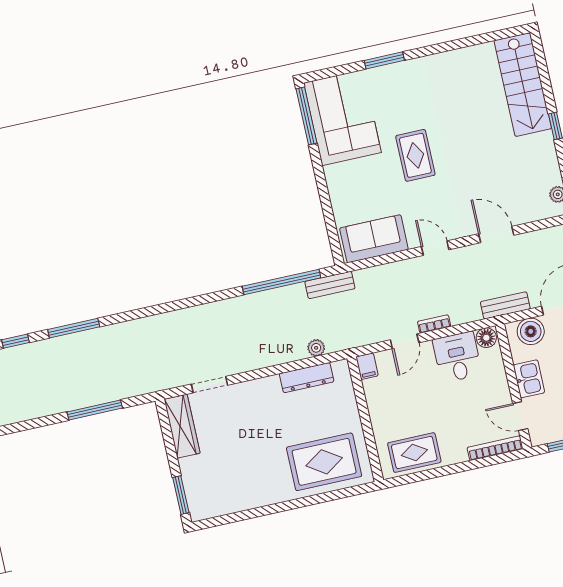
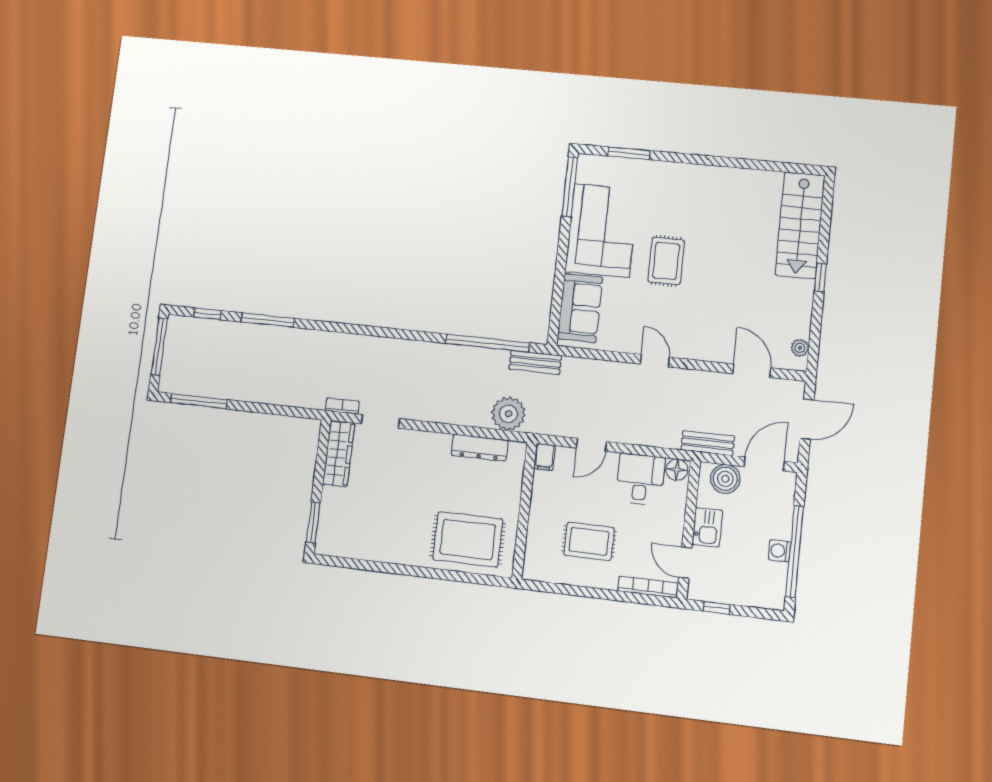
window: (384, 60) -> (629, 153), moved
corner sofa: (342, 118) -> (602, 230), moved
door: (496, 234) -> (752, 371), moved
sofa: (374, 239) -> (580, 308), moved, turned 90
bookcase: (434, 324) -> (342, 406), moved
plant: (316, 348) -> (508, 414), width x1.88, depth x1.88
window: (95, 410) -> (199, 401), moved
rug: (414, 453) -> (589, 541), moved

